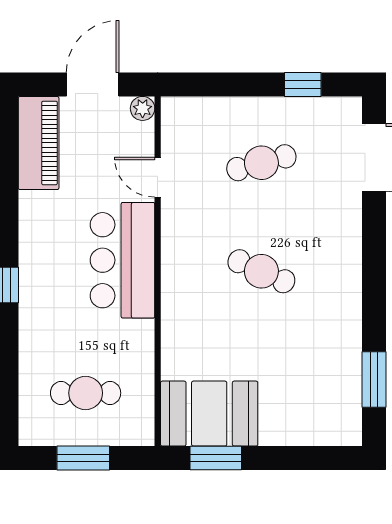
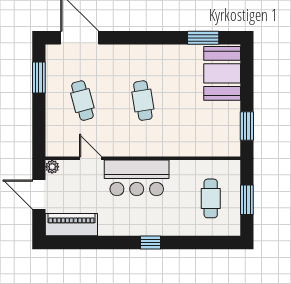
window: (303, 84) -> (39, 78), width x1.50
door: (158, 177) -> (91, 158), swing flipped
cafe table: (261, 271) -> (143, 101), turned -33
booth: (209, 414) -> (222, 73), moved

